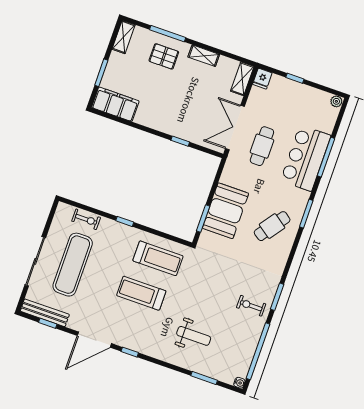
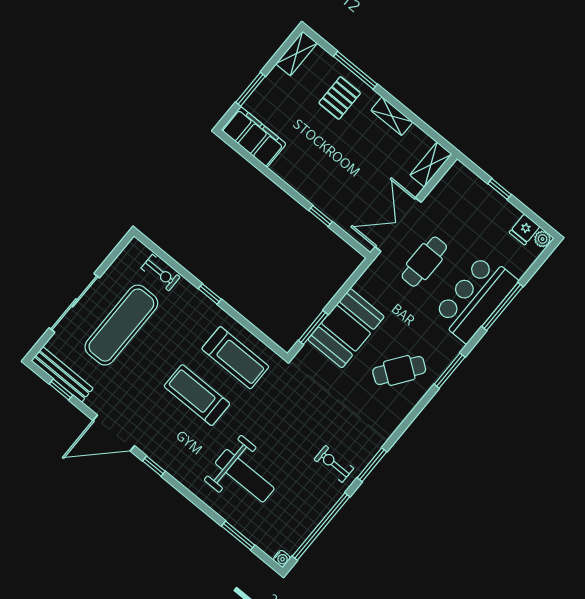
pallet: (164, 56) -> (340, 98), turned 90
fridge: (262, 79) -> (525, 229), moved
weight bench: (194, 336) -> (245, 476), width x1.36, depth x1.33

